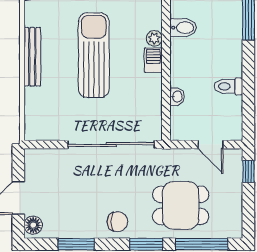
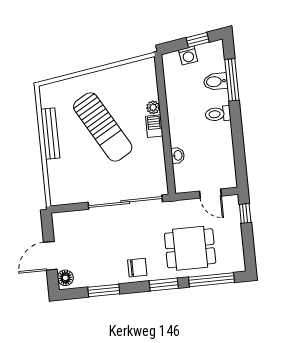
bidet: (183, 28) -> (215, 82), moved, turned 180
sun lounger: (94, 55) -> (103, 127), turned 150
toilet: (228, 86) -> (218, 114), moved

